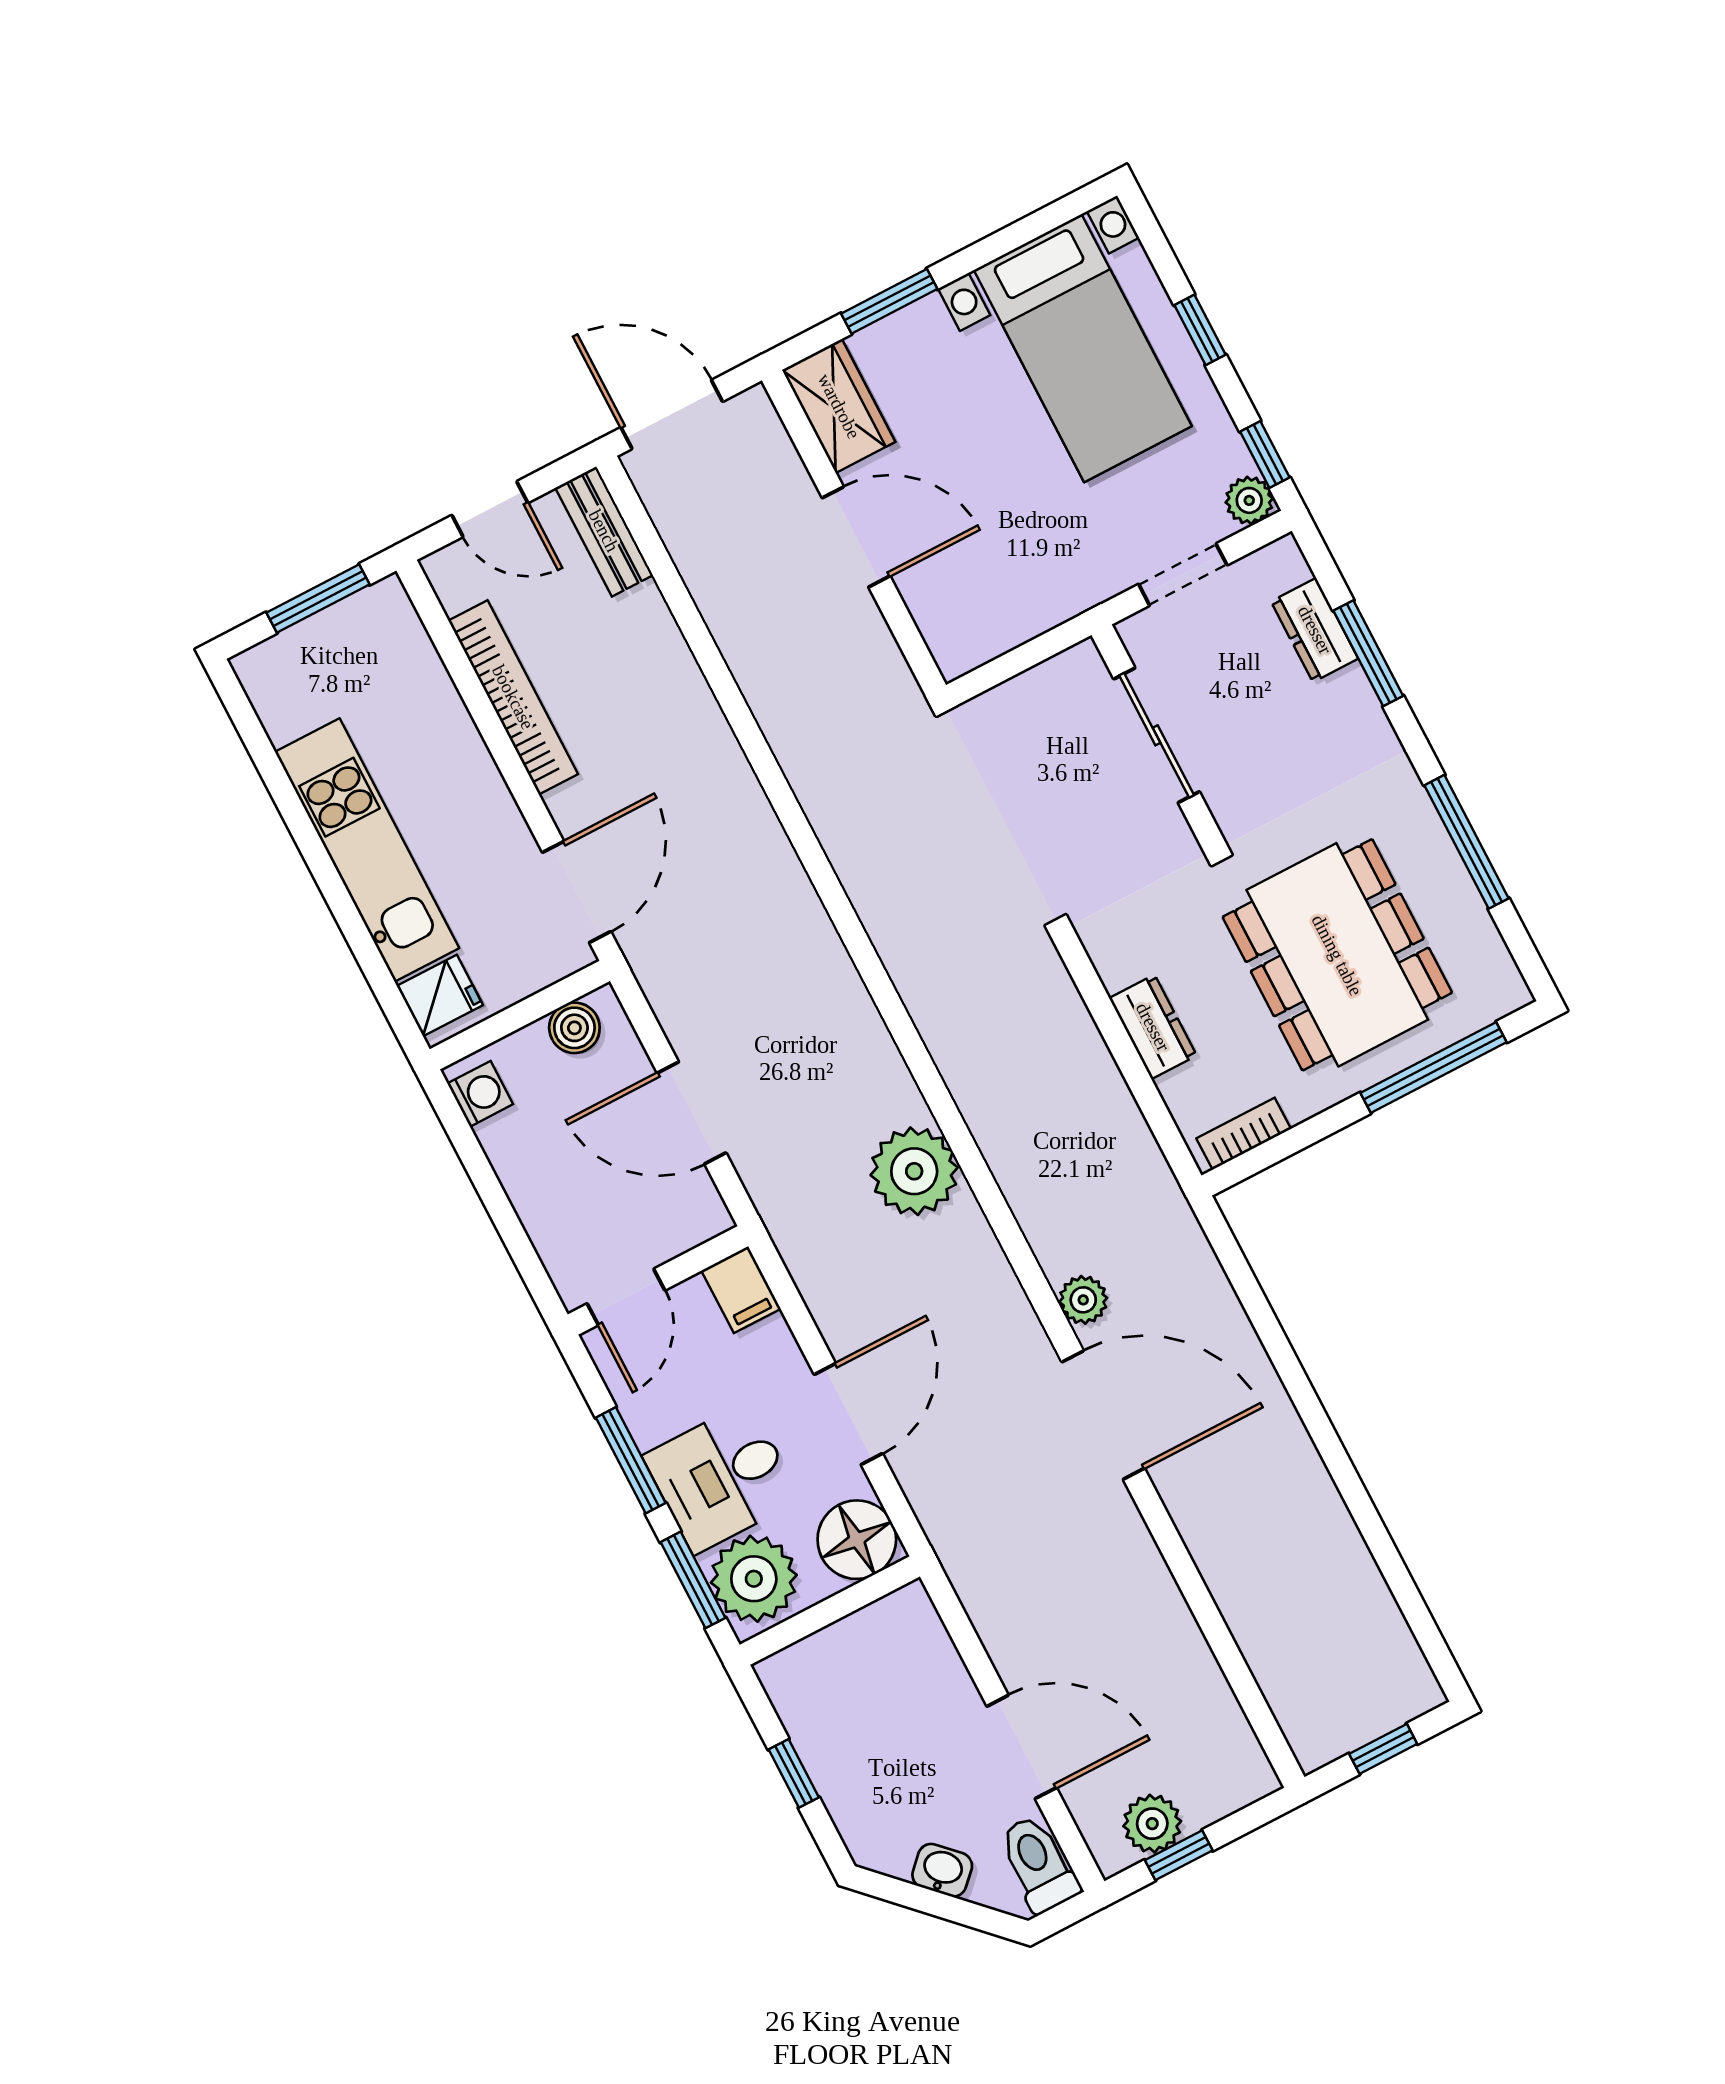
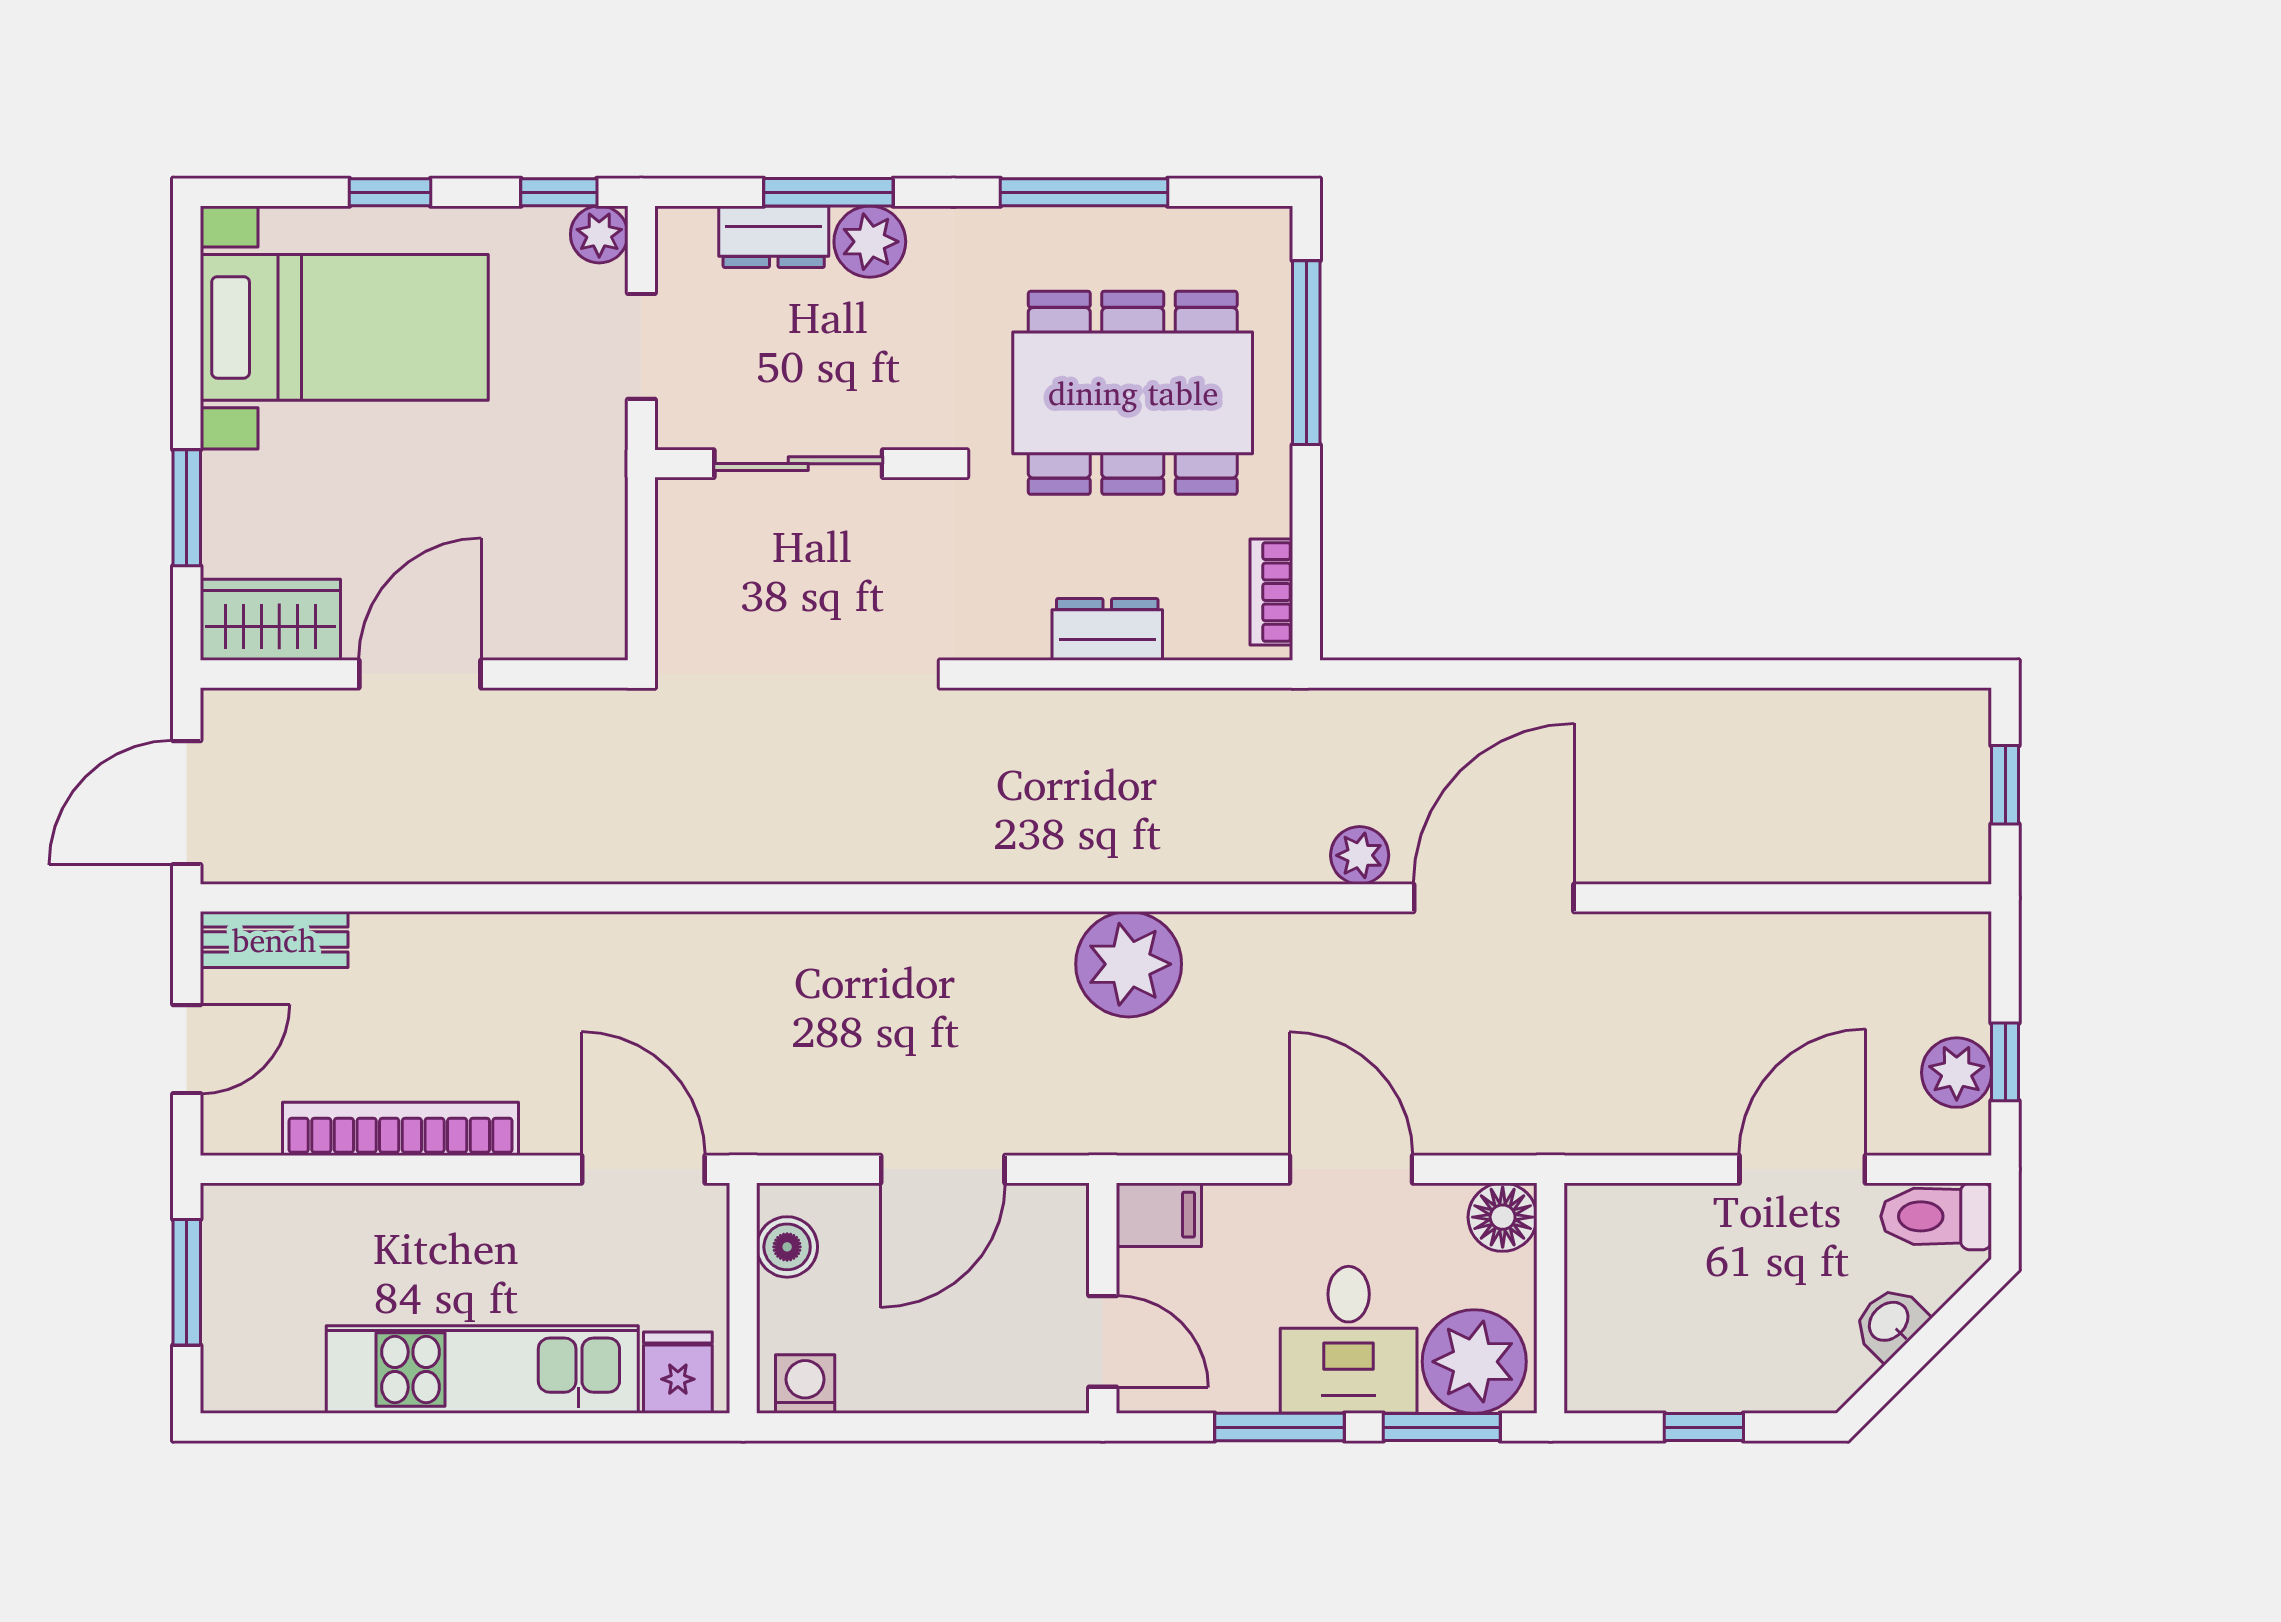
plant: (1348, 703) -> (870, 242), added
floor lamp: (857, 1540) -> (1503, 1217), width x0.73, depth x0.73

